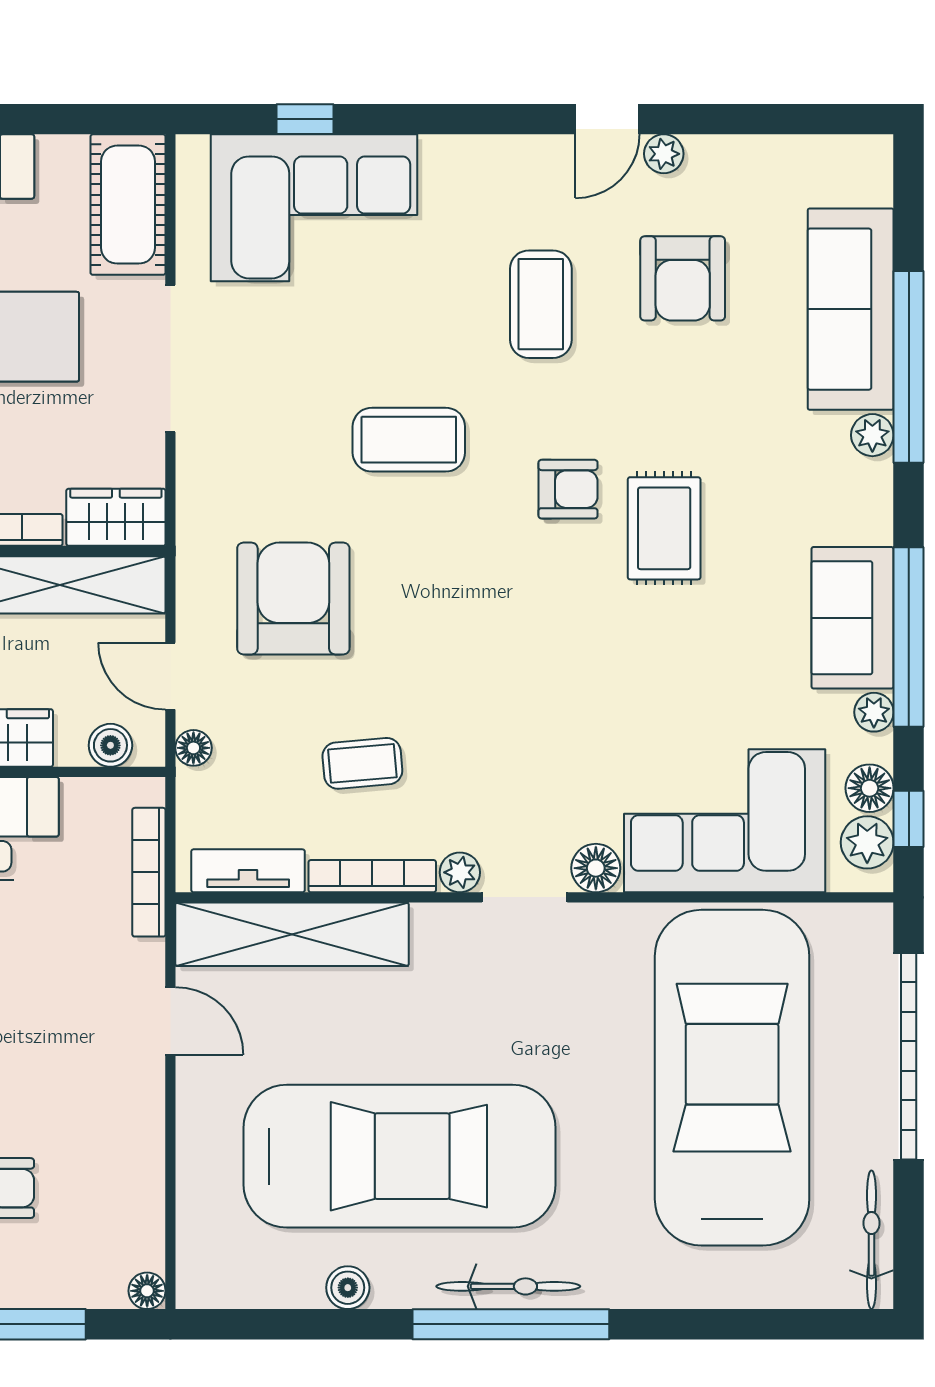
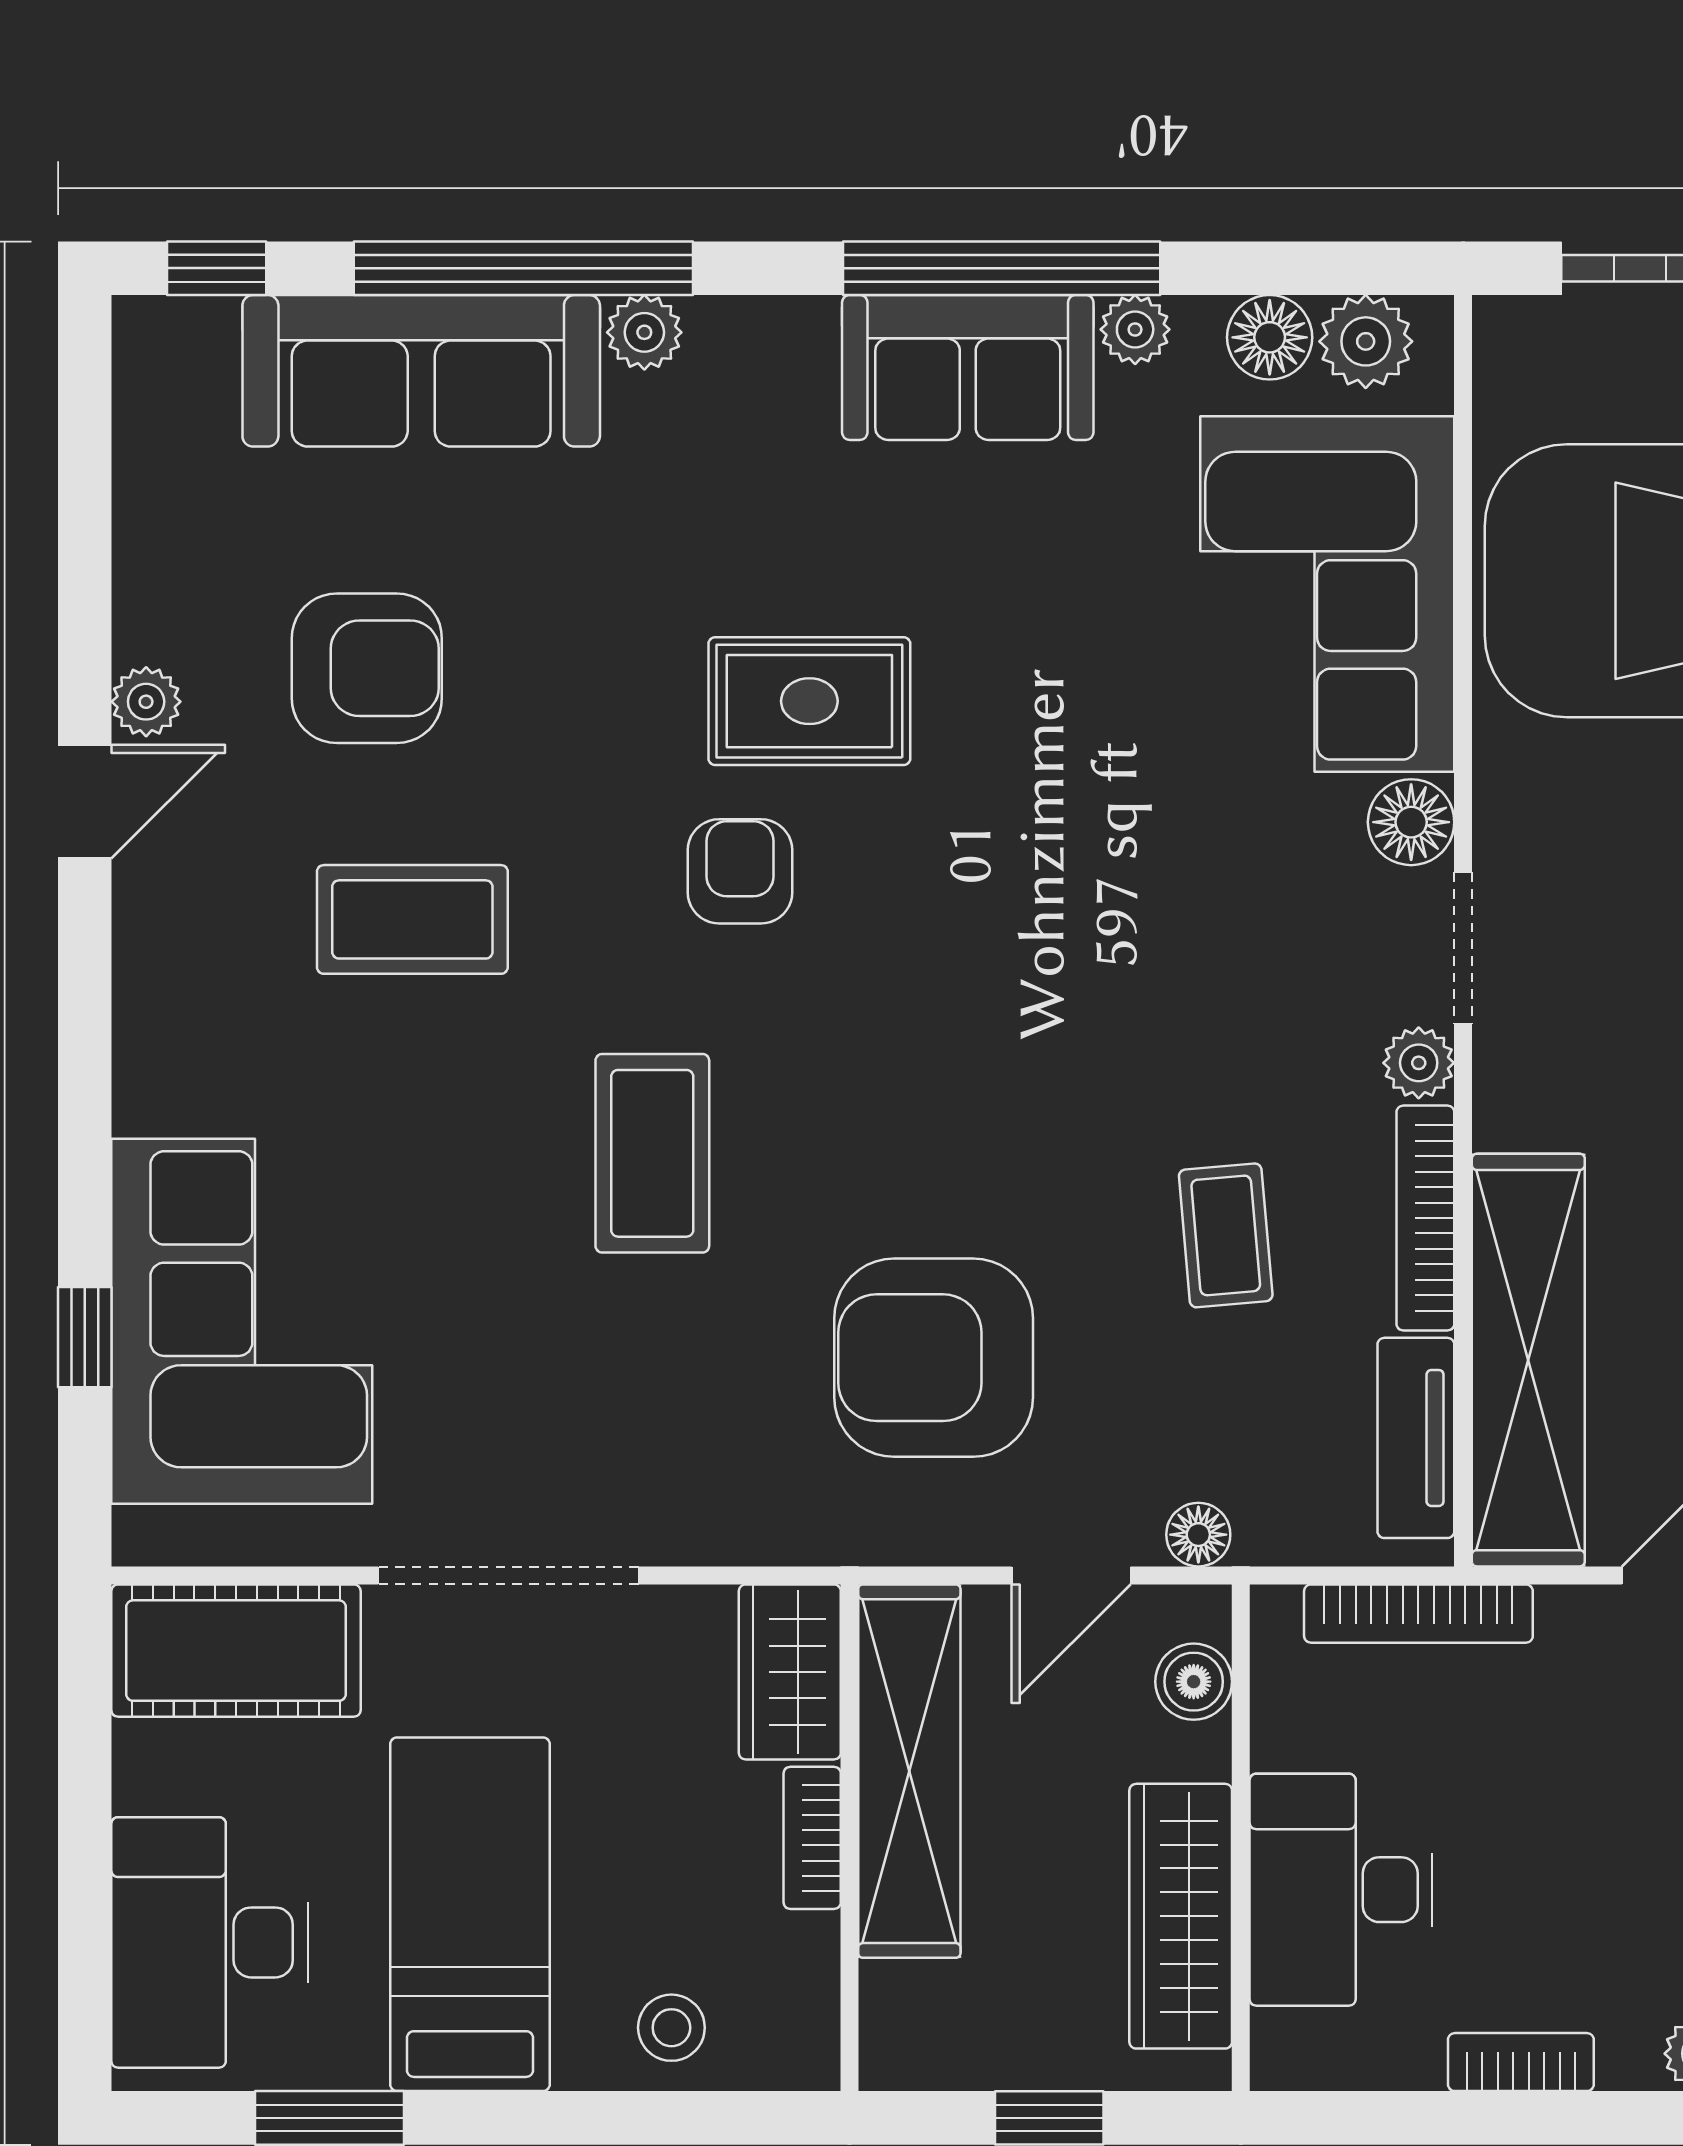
door: (607, 119) -> (85, 802), hinge flipped
window: (909, 819) -> (217, 268), moved

